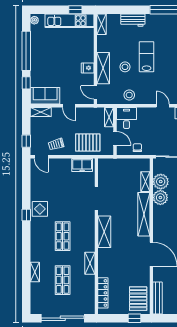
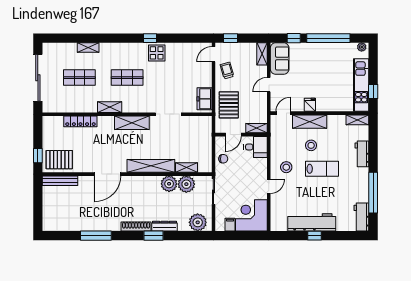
stool: (129, 95) -> (286, 167), moved
shelving: (90, 263) -> (110, 107), moved
locker: (103, 293) -> (80, 121), moved

